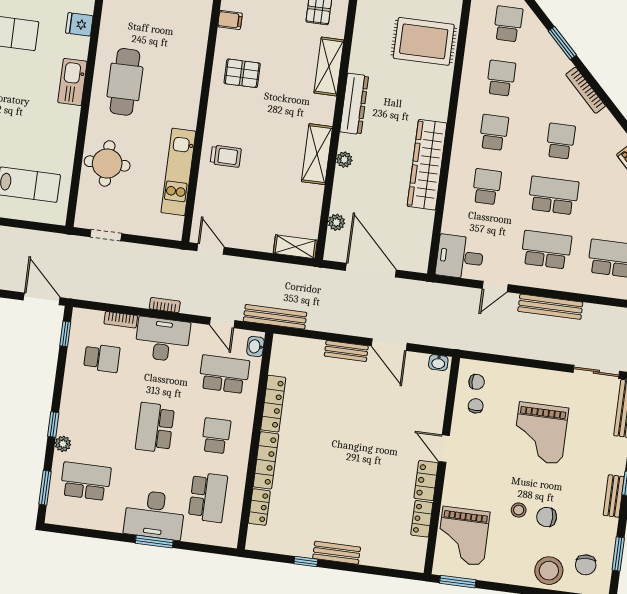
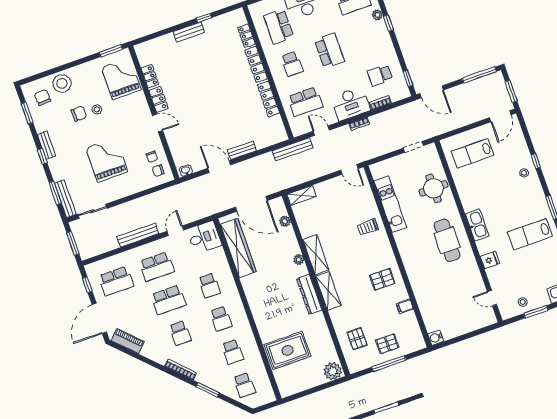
shelving: (329, 66) -> (328, 291), moved
wardrobe: (427, 165) -> (238, 248), moved
washbasin: (255, 346) -> (295, 127), removed

